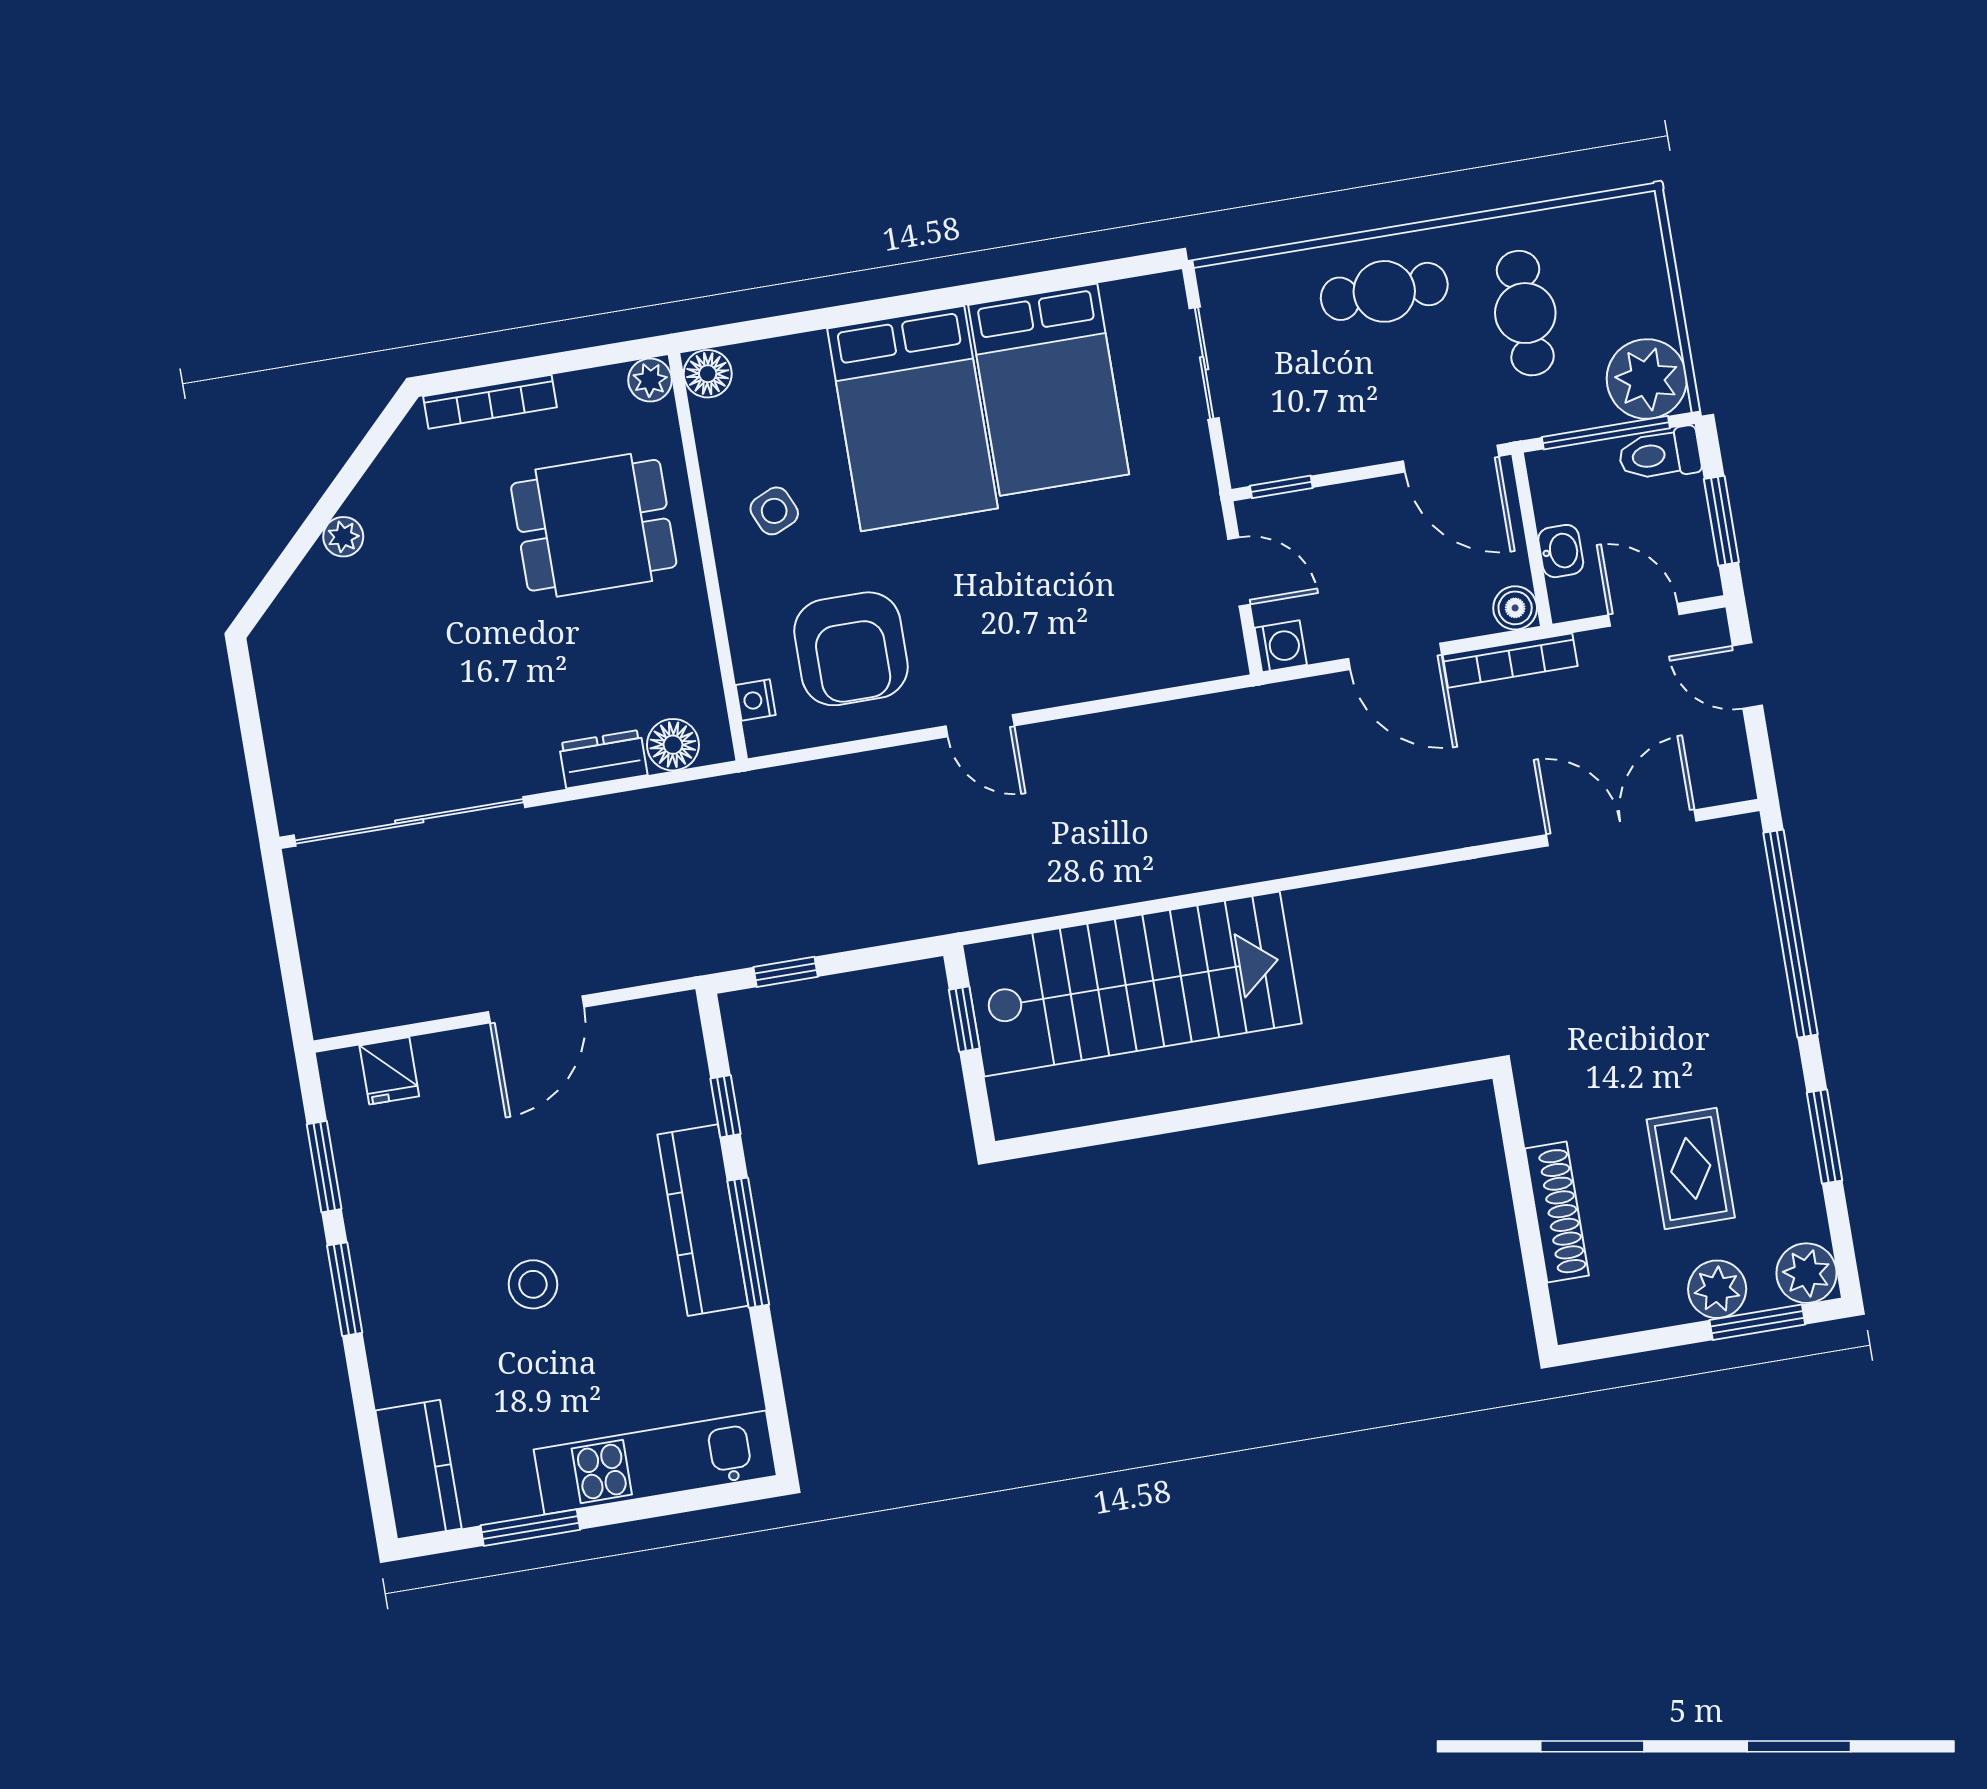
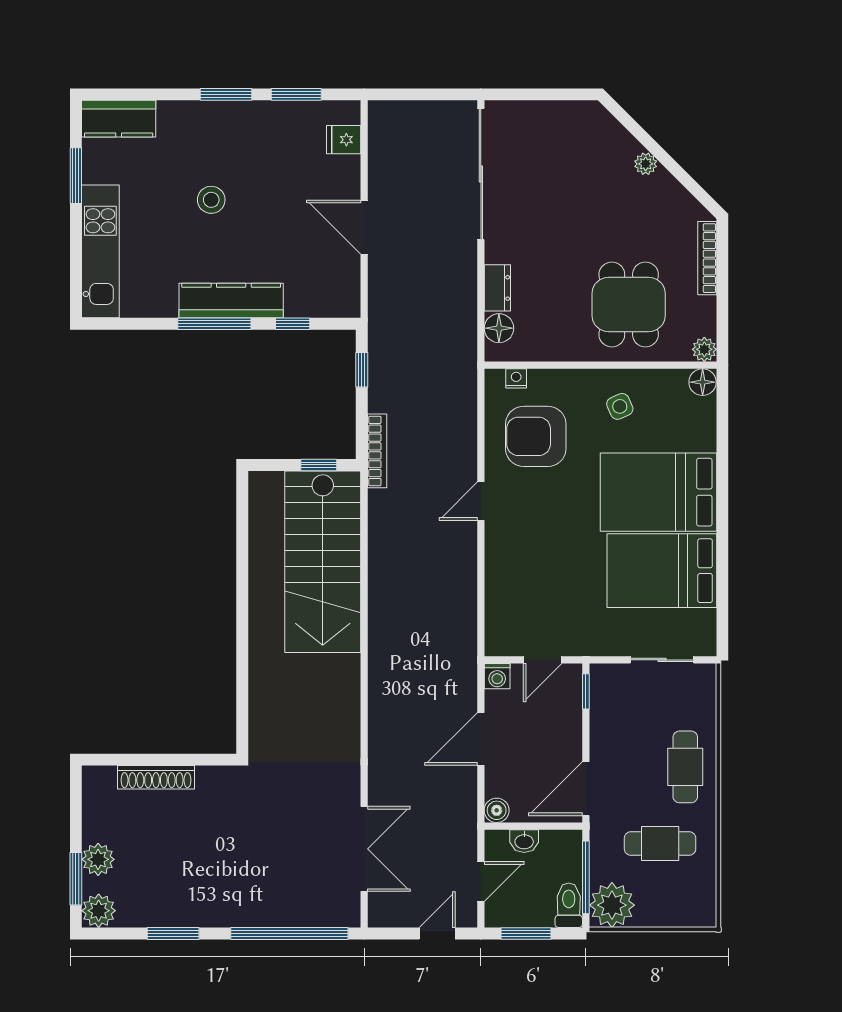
bookcase: (1510, 660) -> (377, 451), moved, turned 180
rug: (1691, 1168) -> (168, 856), removed

